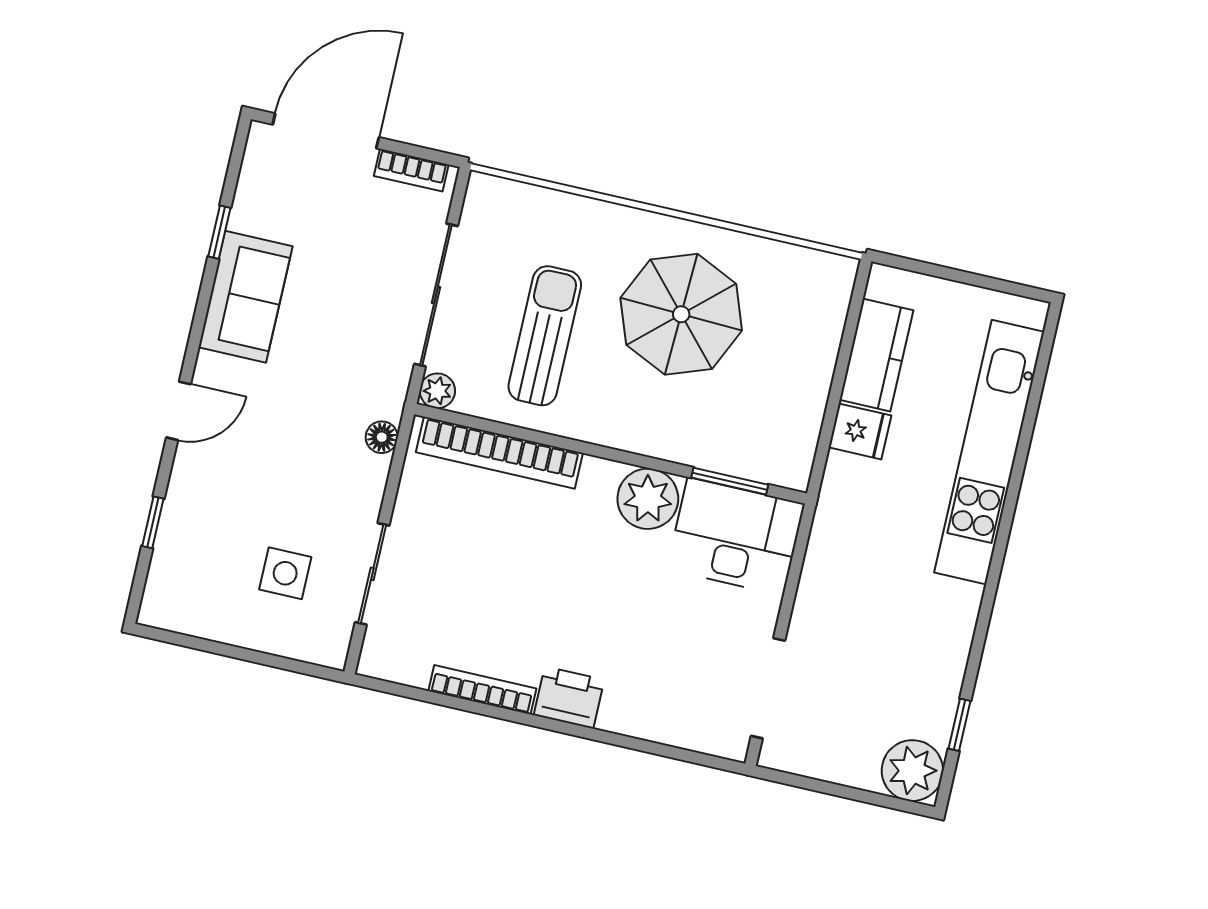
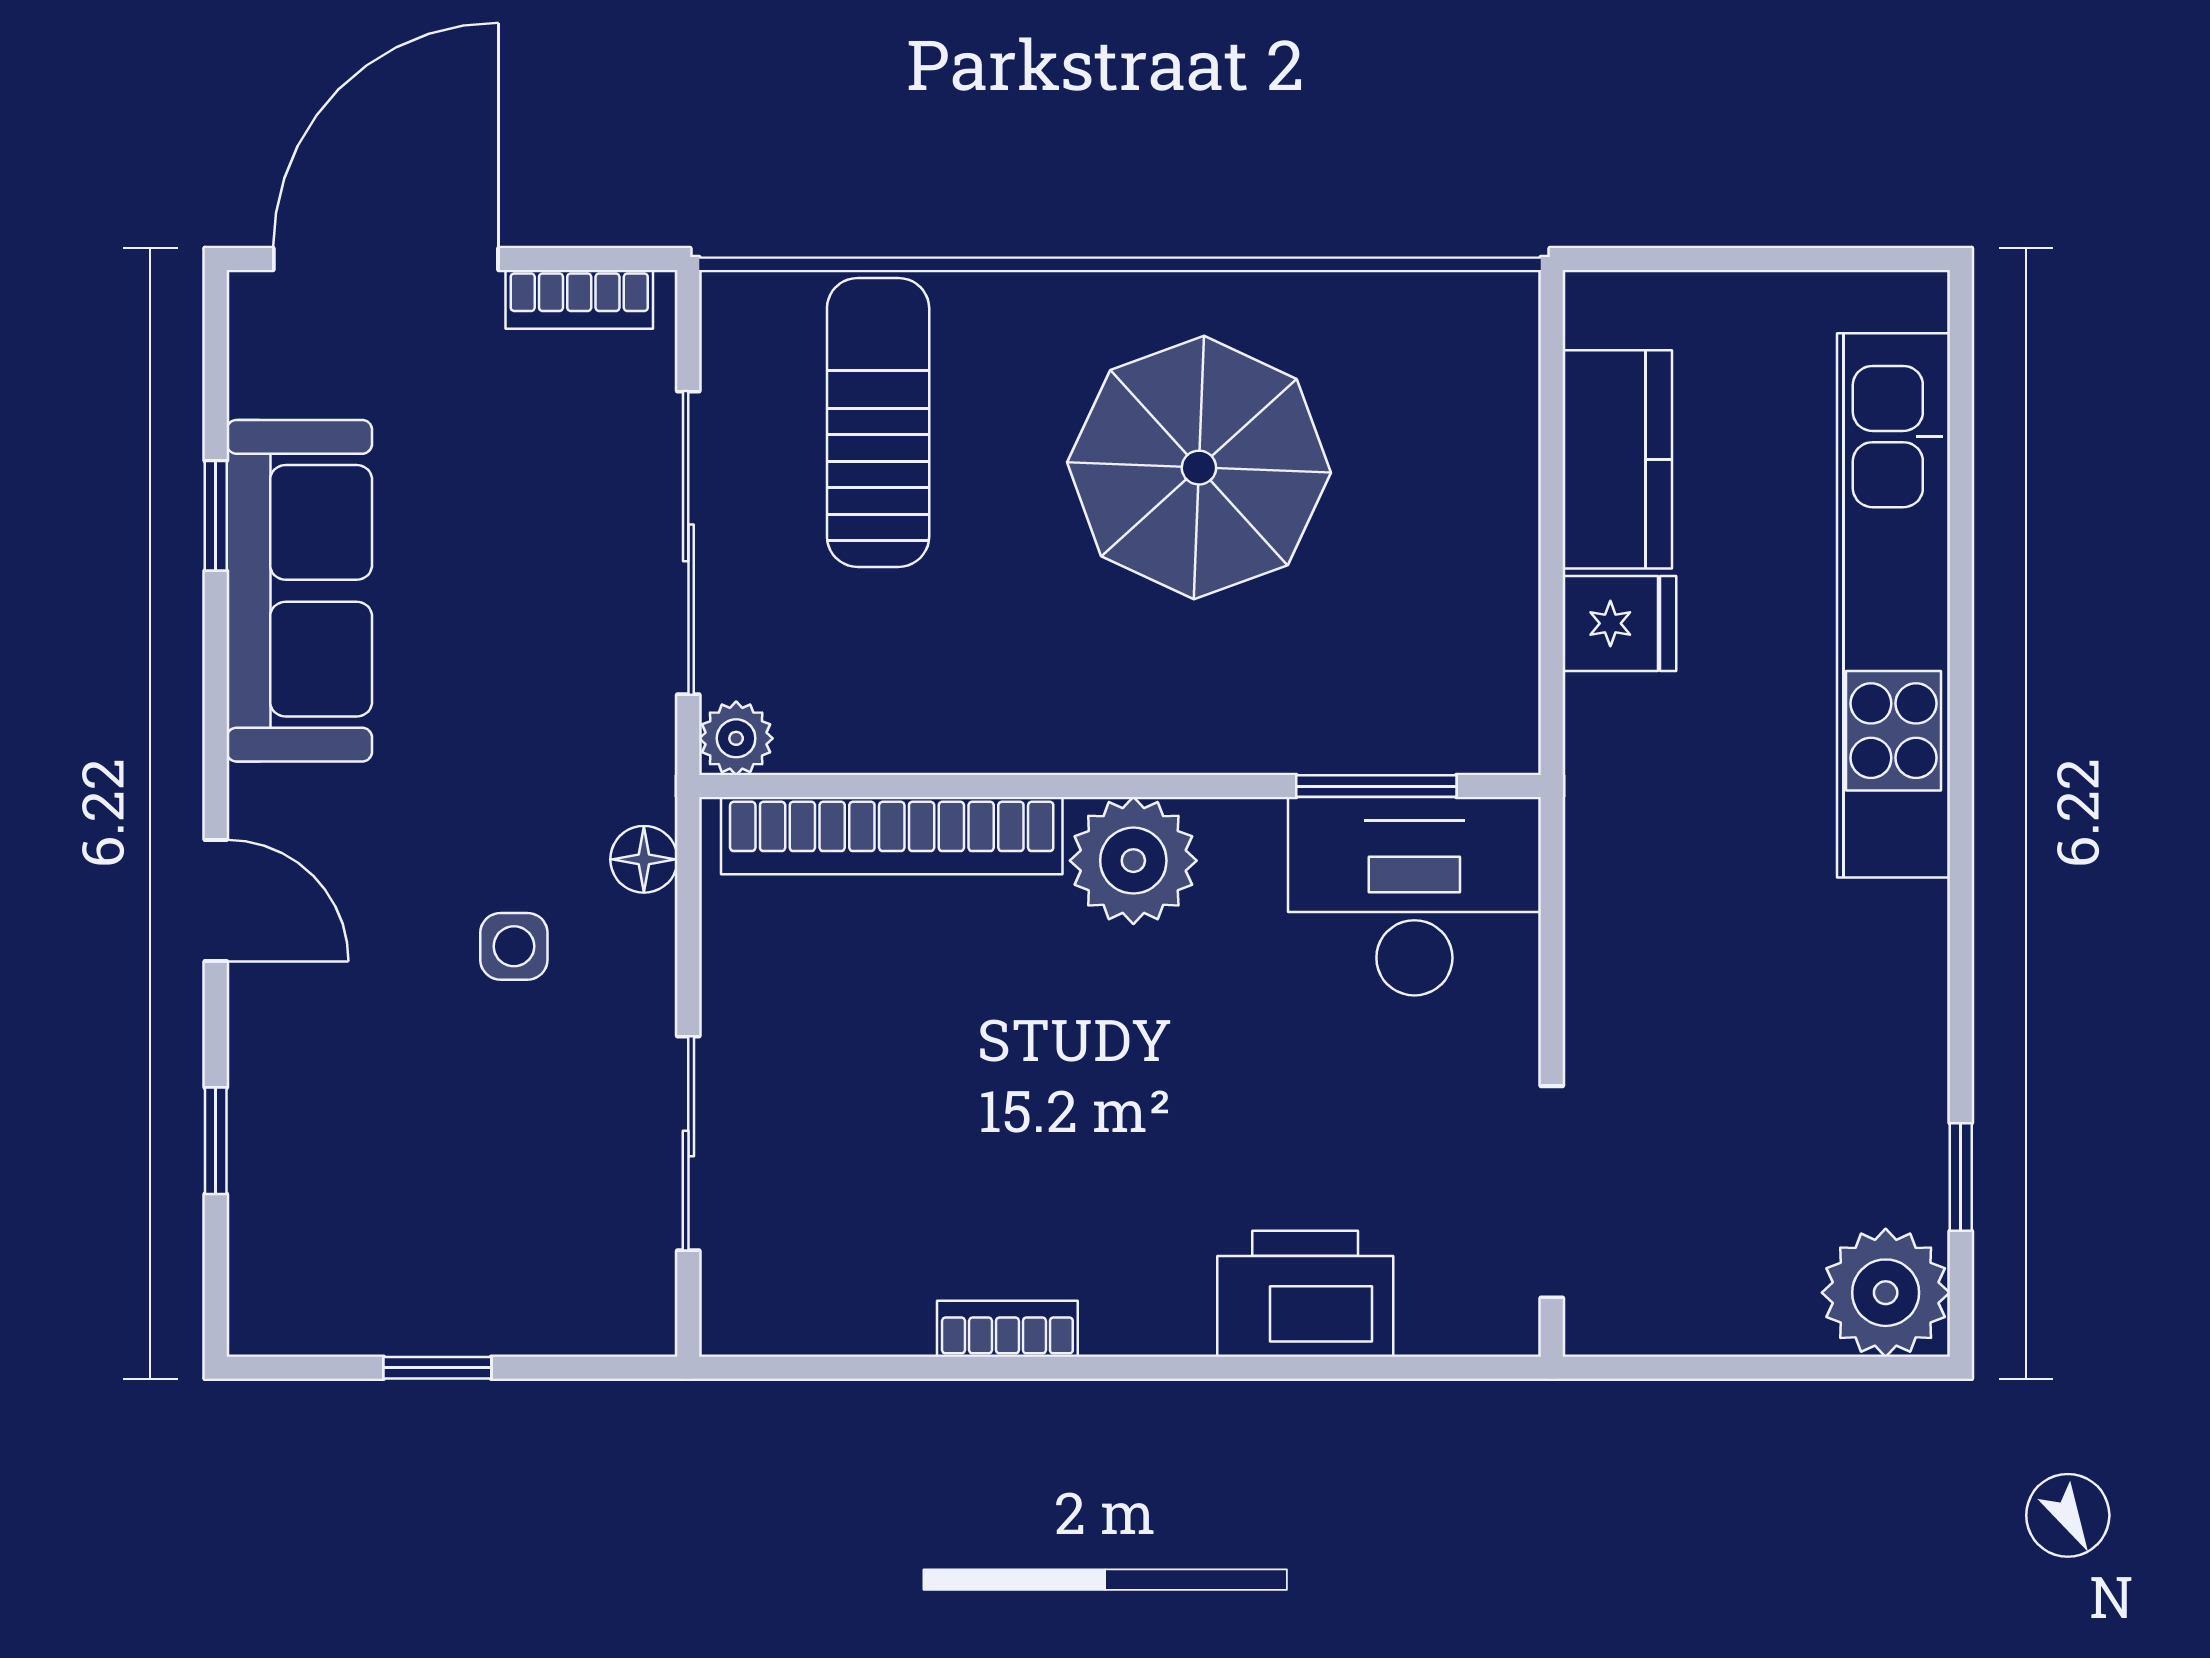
sofa: (245, 297) -> (299, 591), width x1.36
sun lounger: (545, 336) -> (878, 422), moved
door: (178, 411) -> (216, 901), hinge flipped
plant: (648, 499) -> (1133, 861), moved
side table: (285, 573) -> (514, 946), moved, width x0.73, depth x0.73
window: (232, 651) -> (437, 1368), added
bookcase: (482, 690) -> (1007, 1329), width x0.64
printer: (569, 697) -> (1305, 1294), moved, width x1.37, depth x1.19

